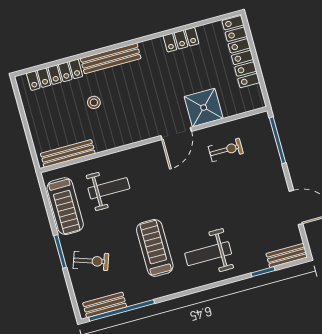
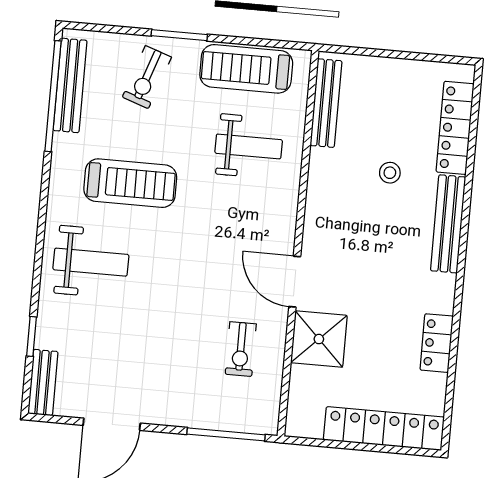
weight bench: (109, 188) -> (249, 146), turned -90
weight bench: (208, 254) -> (91, 262), turned 90
bench: (105, 305) -> (70, 85), width x1.36

